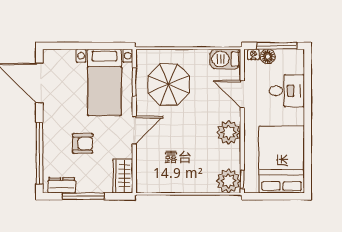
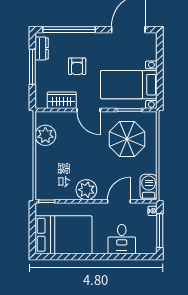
floor lamp: (268, 56) -> (151, 223), removed
wardrobe: (123, 176) -> (62, 100), moved
plant: (228, 181) -> (45, 135), moved

